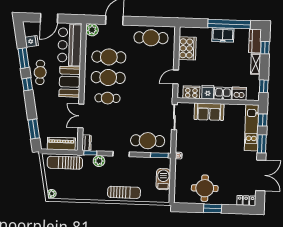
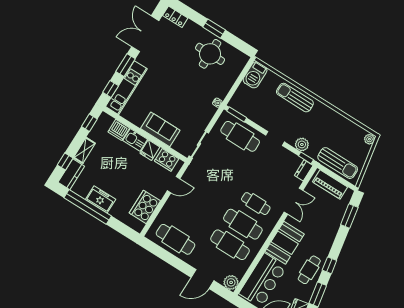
barbecue: (163, 179) -> (255, 75), moved

